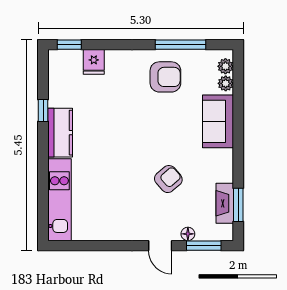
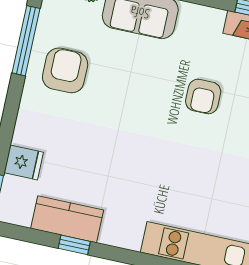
kitchen counter: (60, 133) -> (67, 219), moved
armchair: (168, 179) -> (203, 96), turned -139

